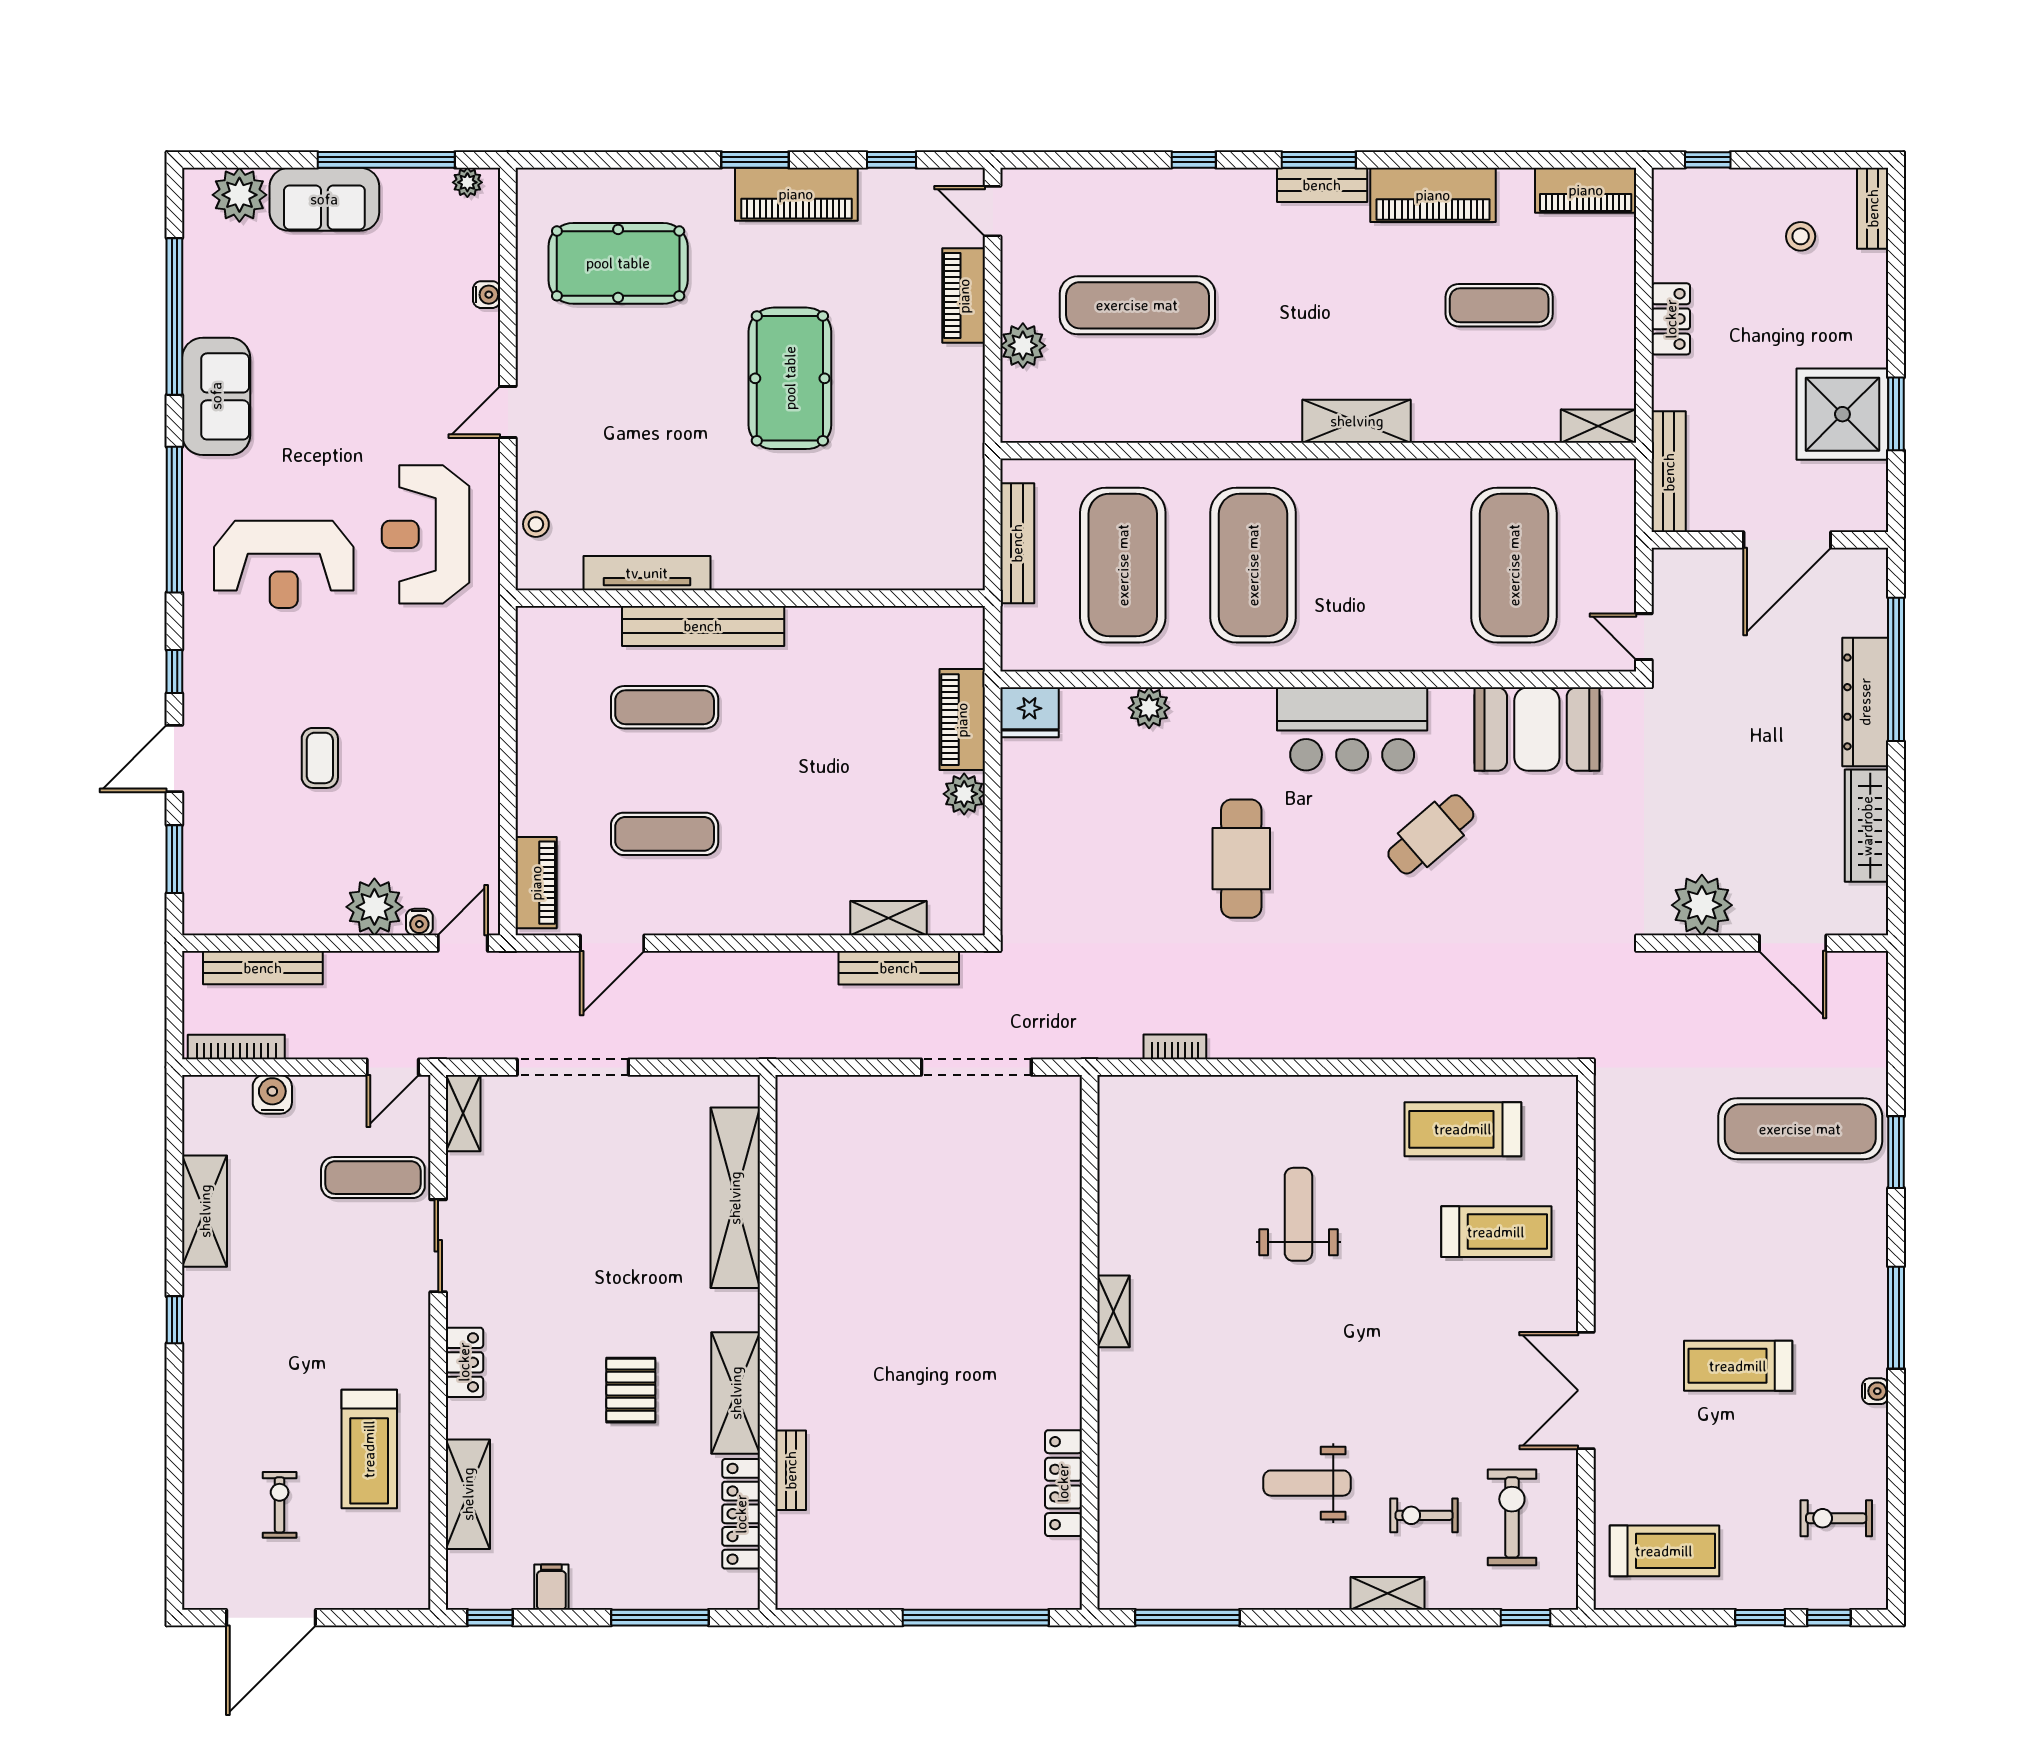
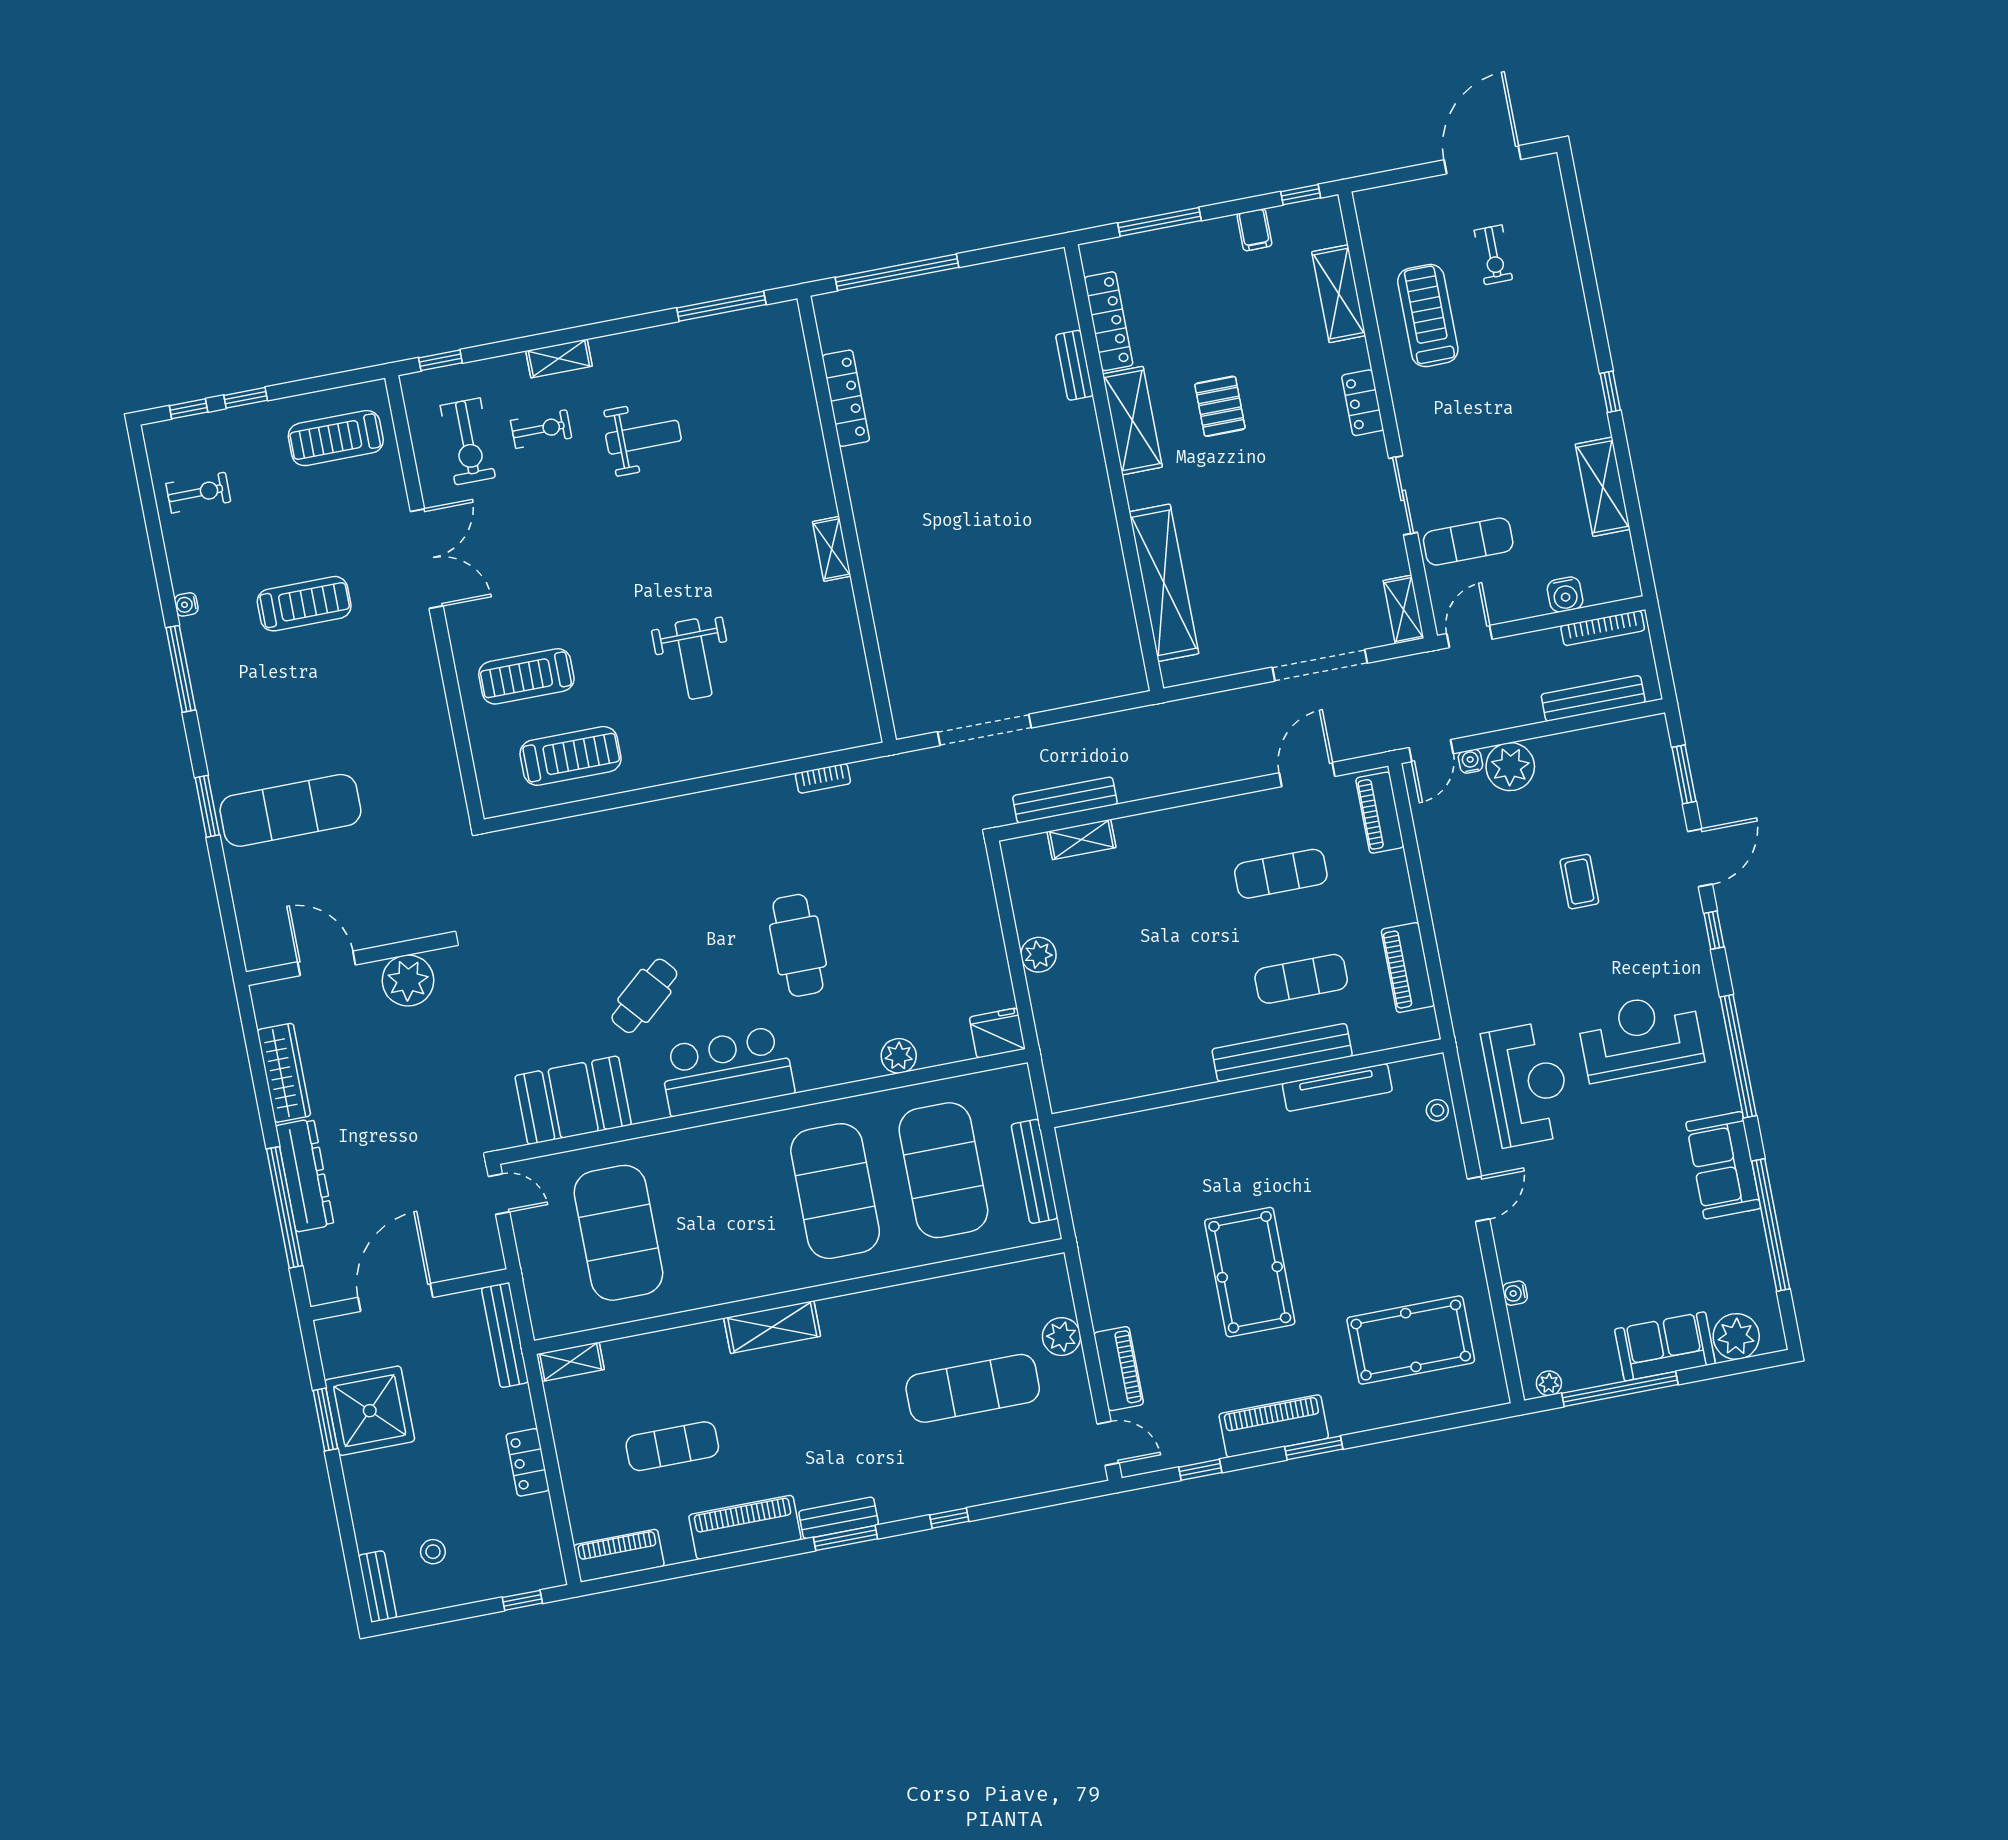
piano: (962, 720) -> (1408, 968), moved, turned 180

